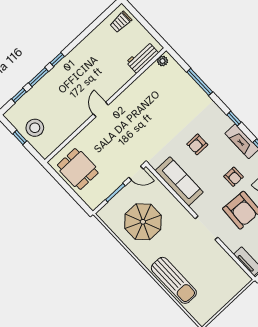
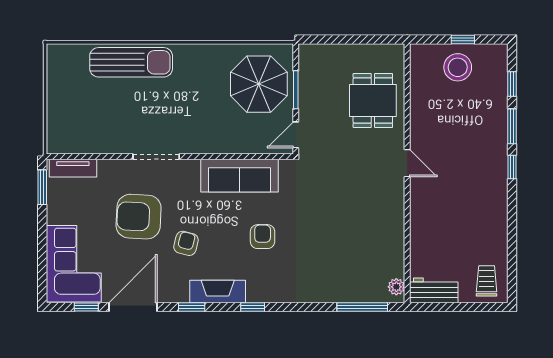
workbench: (142, 58) -> (434, 290), moved, turned -90
window: (200, 82) -> (362, 307), moved
dining table: (78, 169) -> (373, 100), moved, turned 90
armchair: (234, 177) -> (186, 243), turned 104
parasol: (143, 222) -> (259, 84), moved
sun lounger: (174, 280) -> (131, 62), turned 180

